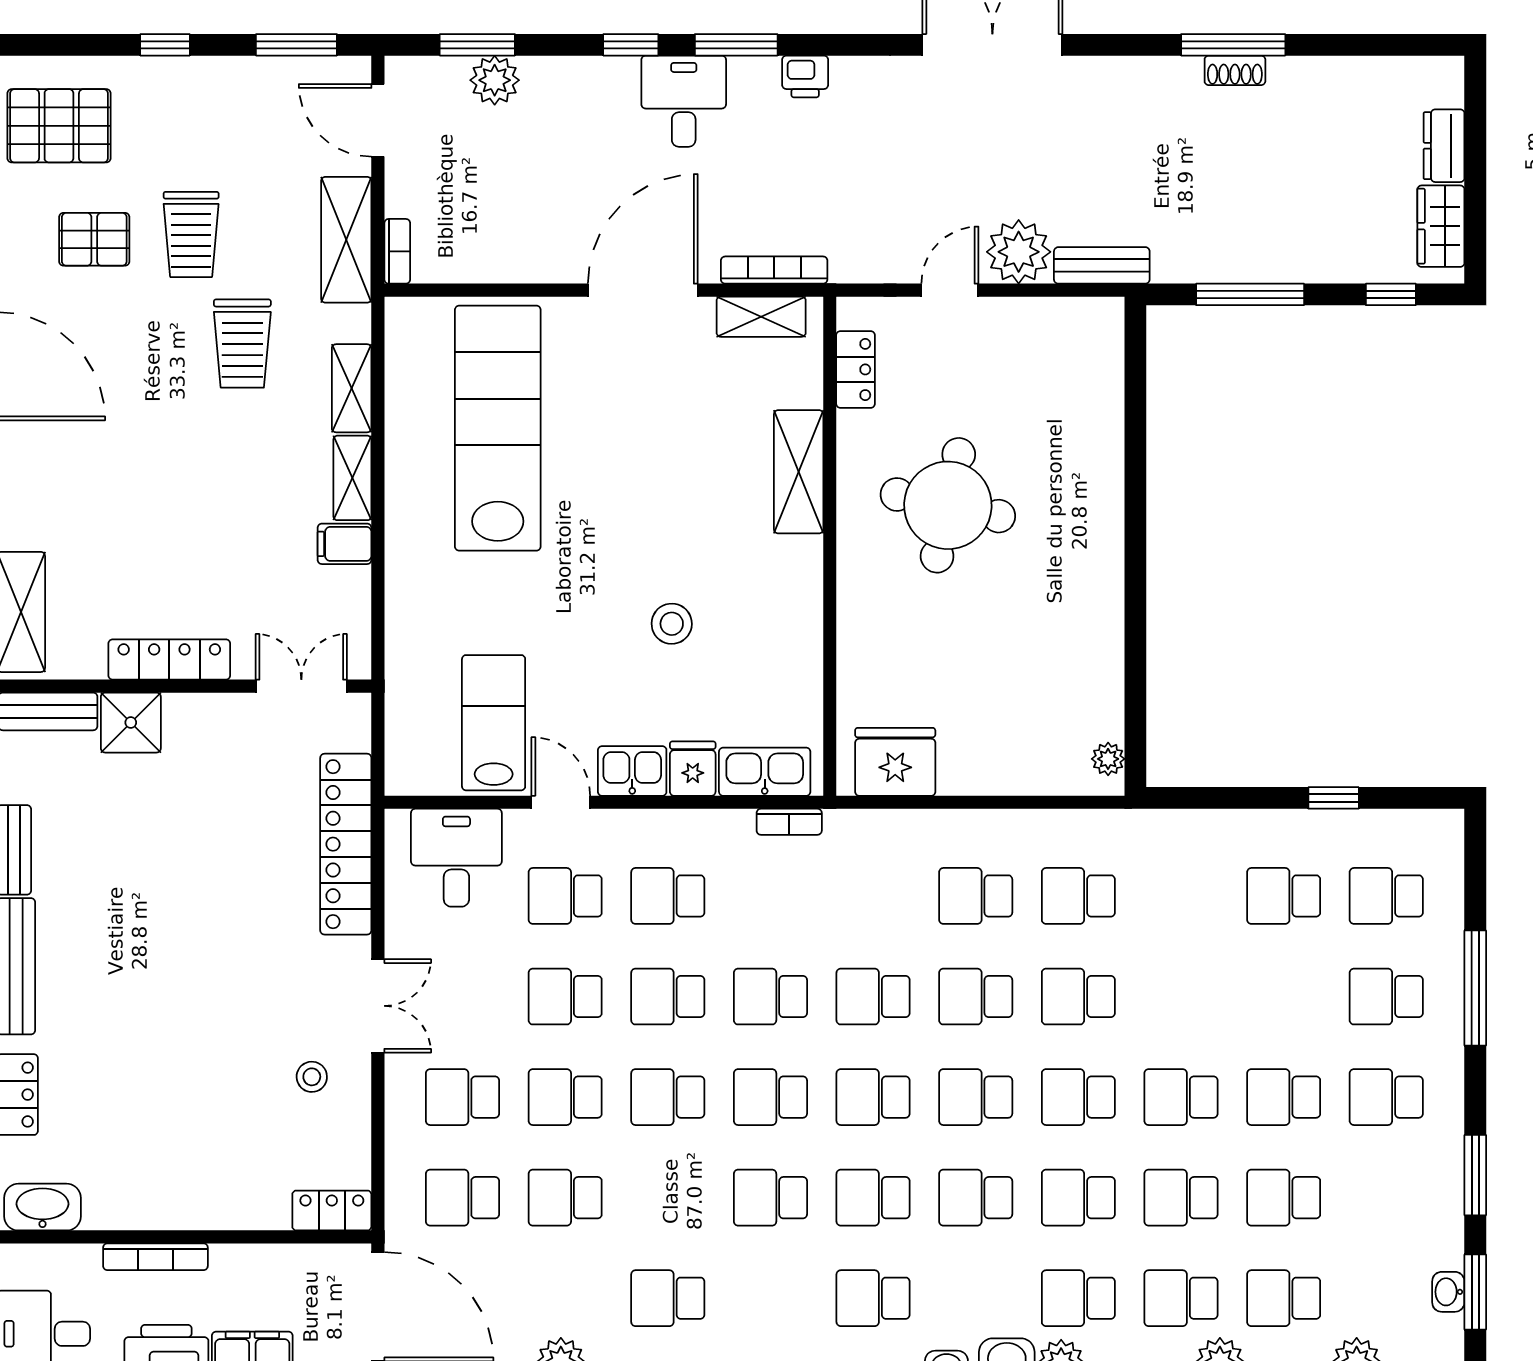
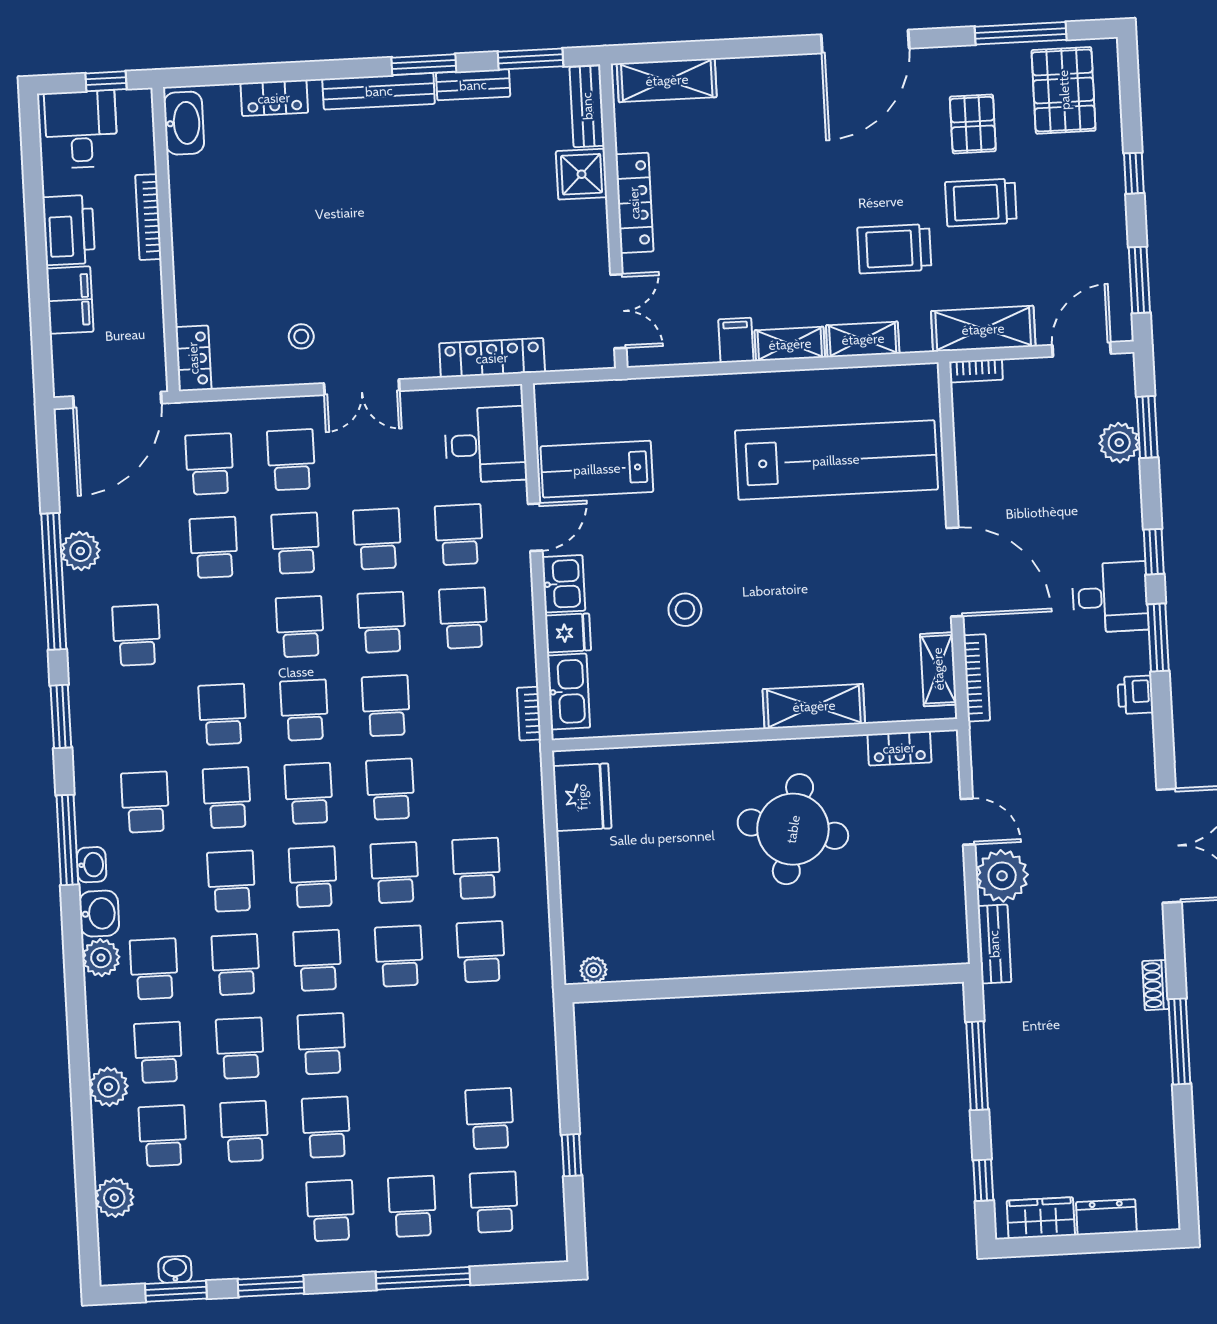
shoe rack: (1235, 70) -> (1156, 985), moved
lab bench: (494, 723) -> (597, 469), turned 180
locker: (346, 844) -> (492, 358), width x0.71, depth x0.83

